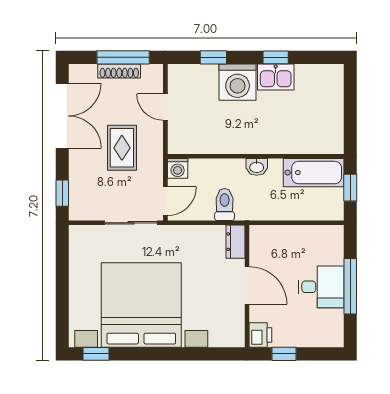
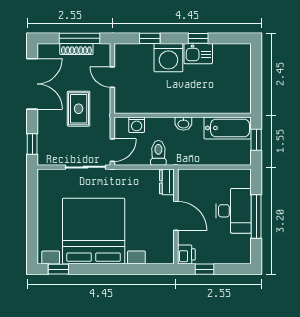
washing machine: (178, 168) -> (137, 125), moved
desk: (321, 287) -> (233, 211), width x1.37

